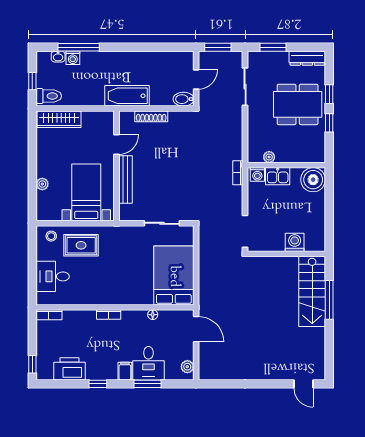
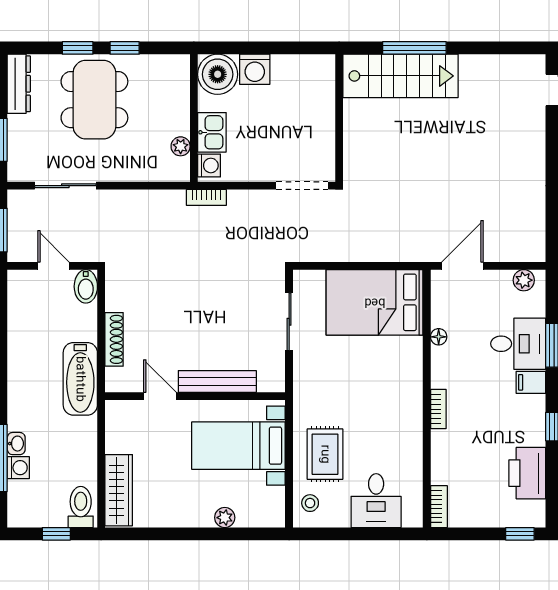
washbasin: (58, 57) -> (16, 444), moved
washing machine: (295, 242) -> (255, 69), moved, turned -90

